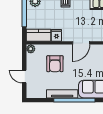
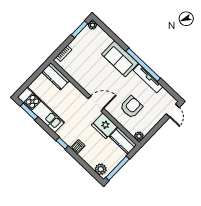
fridge: (56, 35) -> (104, 126), width x1.88, depth x1.34
door: (24, 77) -> (173, 111), moved

